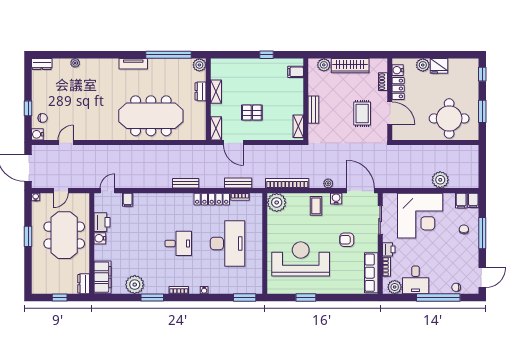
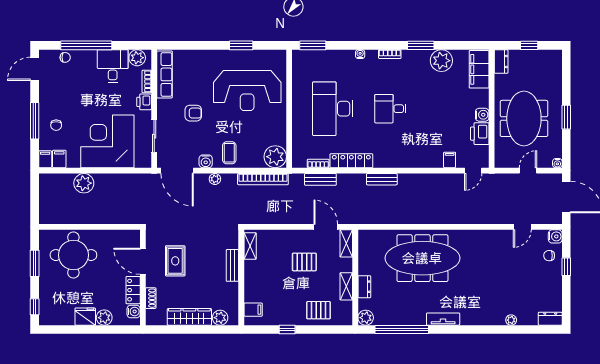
pallet: (240, 71) -> (318, 310), added

